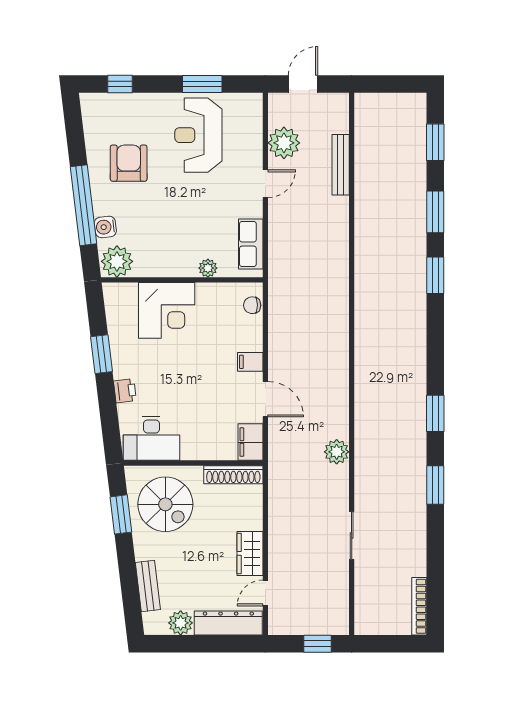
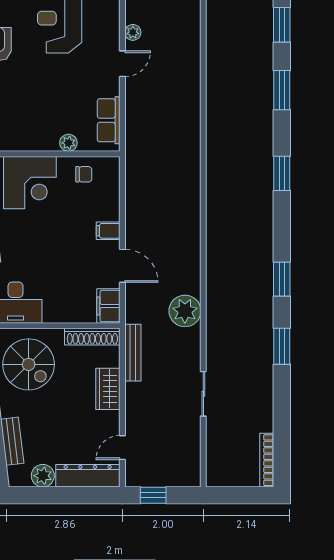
plant: (284, 143) -> (133, 32), width x0.53, depth x0.53
bench: (341, 165) -> (133, 353), moved
window: (435, 275) -> (282, 173), moved
chair: (252, 305) -> (84, 174), moved, turned 180
plant: (337, 452) -> (185, 311), width x1.36, depth x1.36
wardrobe: (250, 553) -> (108, 389), moved
window: (317, 644) -> (153, 495), moved

